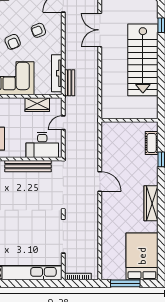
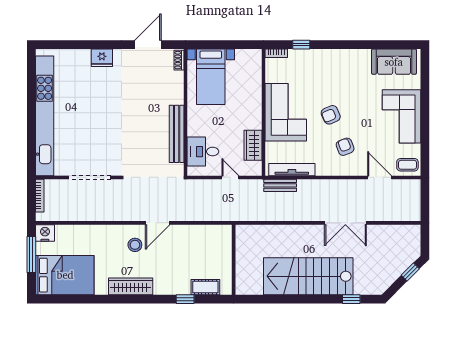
double door: (100, 30) -> (345, 223), swing flipped
desk: (42, 145) -> (203, 152), width x0.73
stool: (118, 200) -> (135, 245), added
nightstand: (108, 272) -> (45, 233), added

